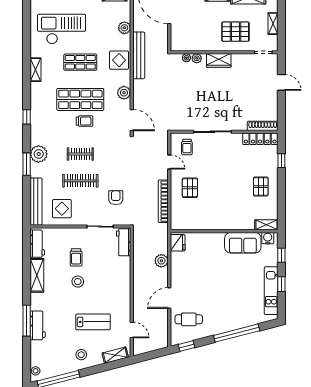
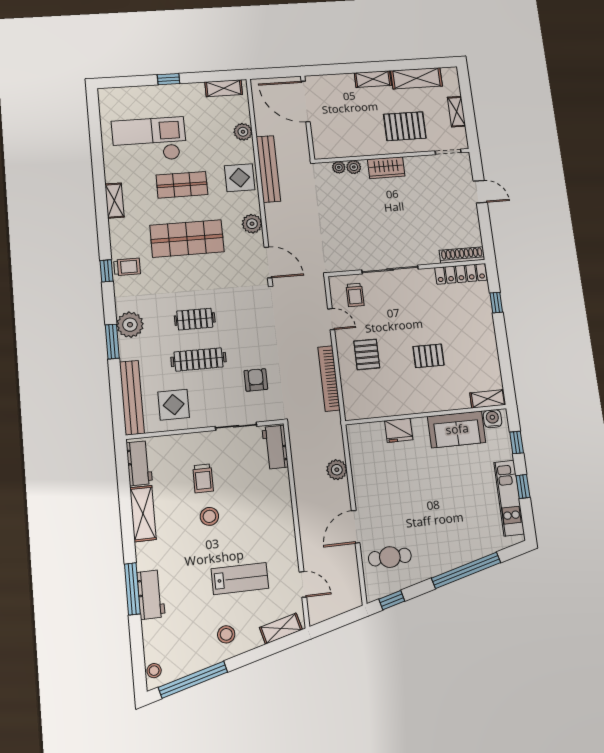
trolley: (85, 121) -> (127, 267), moved
pallet: (261, 187) -> (429, 356), moved, turned 90
fridge: (178, 243) -> (399, 430), moved, turned 90

